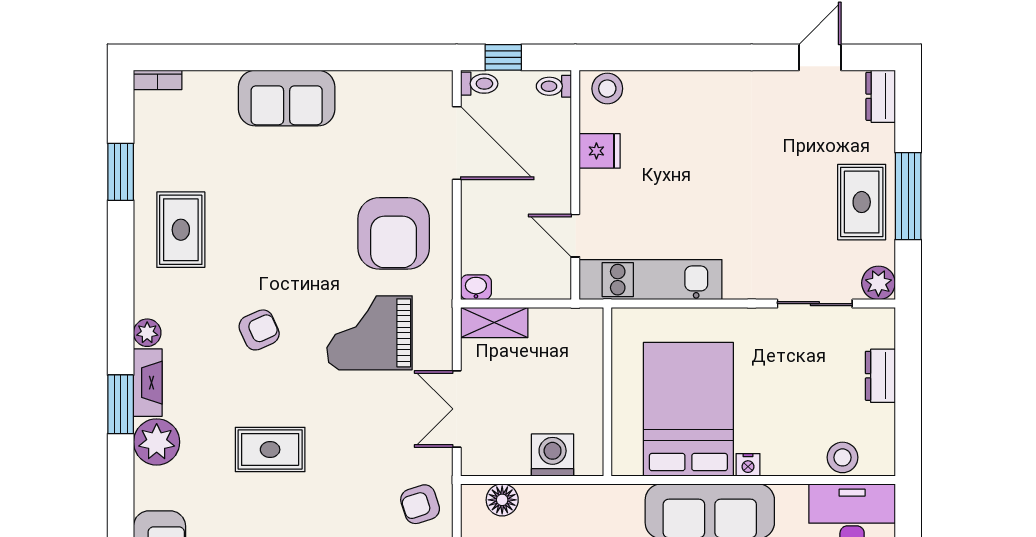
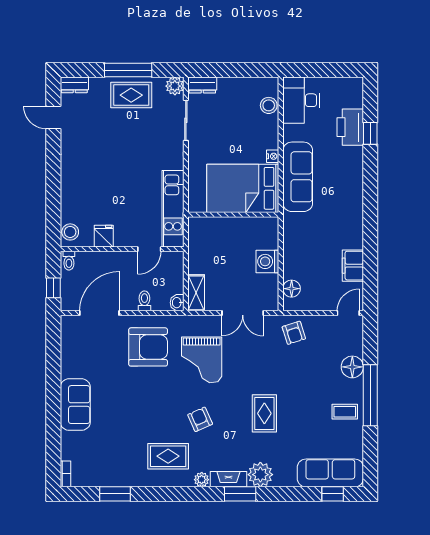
toilet: (479, 84) -> (144, 301), moved
rug: (181, 230) -> (168, 456), moved
dresser: (880, 376) -> (202, 85), moved
wall: (607, 392) -> (233, 215), moved

